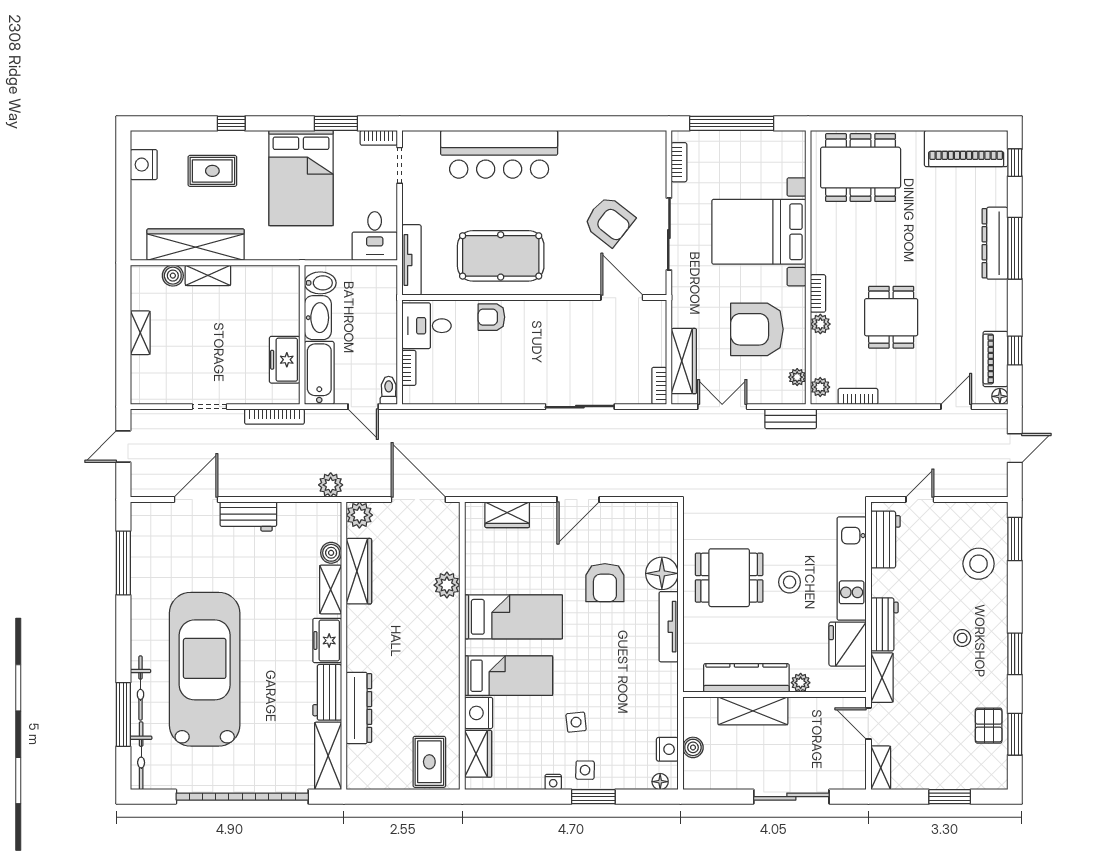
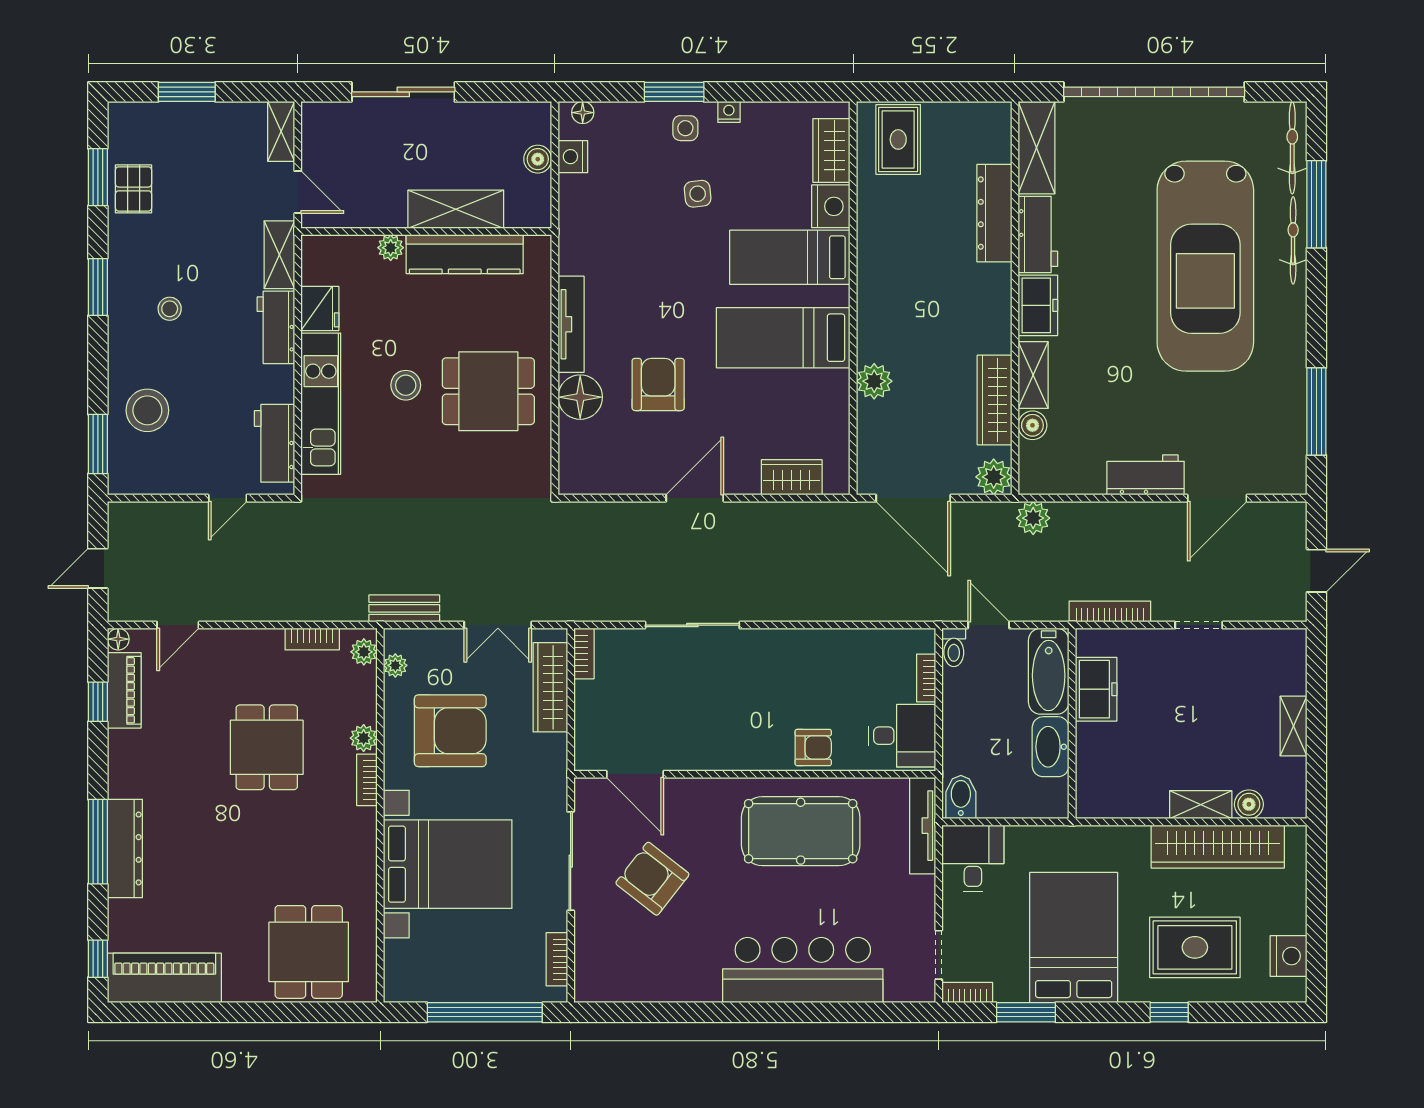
dining table: (861, 168) -> (309, 952), width x0.73
rug: (212, 171) -> (1195, 947), width x1.36, depth x1.43
bidet: (320, 283) -> (961, 797), moved, turned 90
fridge: (848, 644) -> (320, 308), width x0.73, depth x0.75

